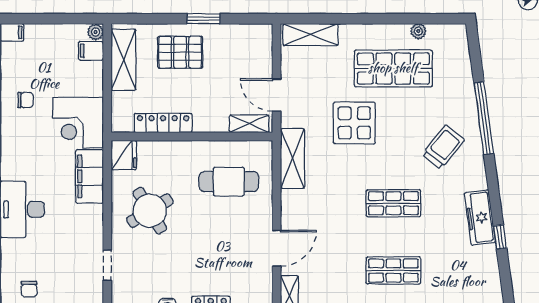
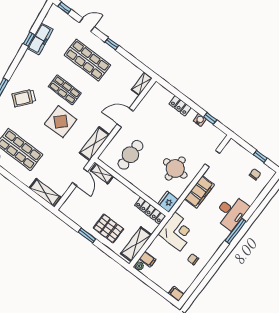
locker: (163, 123) -> (150, 211), moved
display table: (354, 123) -> (61, 122), moved
filing cabinet: (89, 176) -> (199, 192), moved
cafe table: (229, 182) -> (130, 155), turned 90
round table: (150, 211) -> (175, 168), turned 32
freezer: (480, 218) -> (40, 39), moved
door: (277, 248) -> (125, 118), moved
shop shelf: (393, 271) -> (87, 60), width x1.43, depth x1.36

